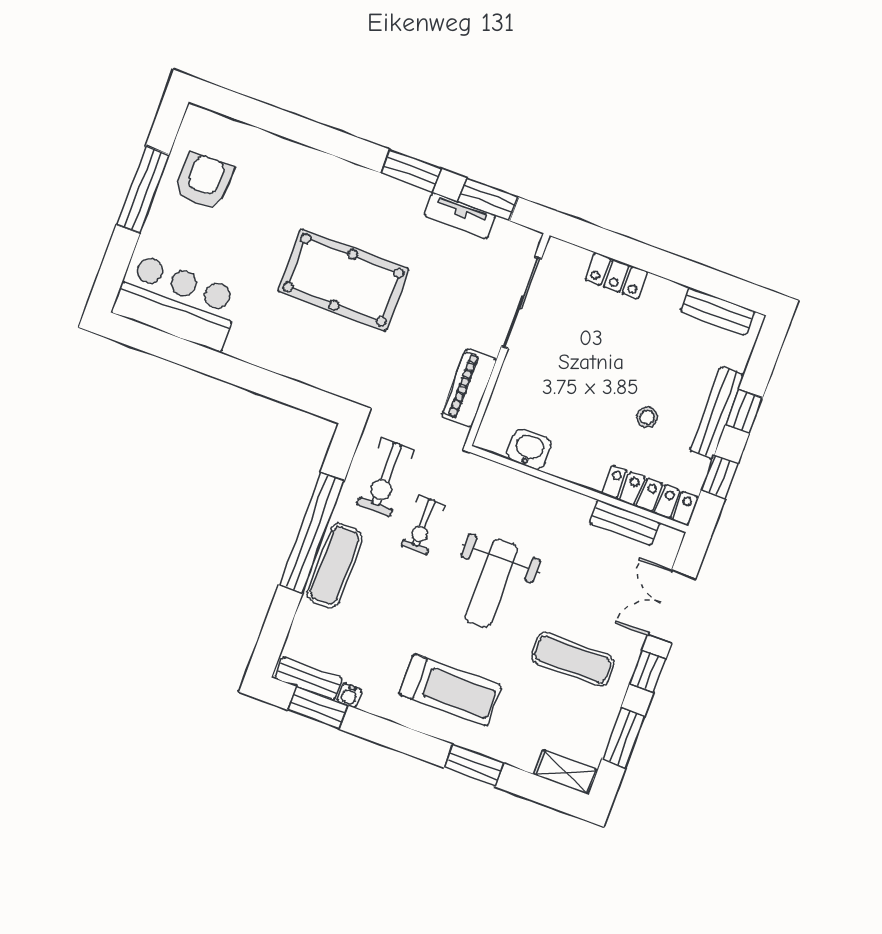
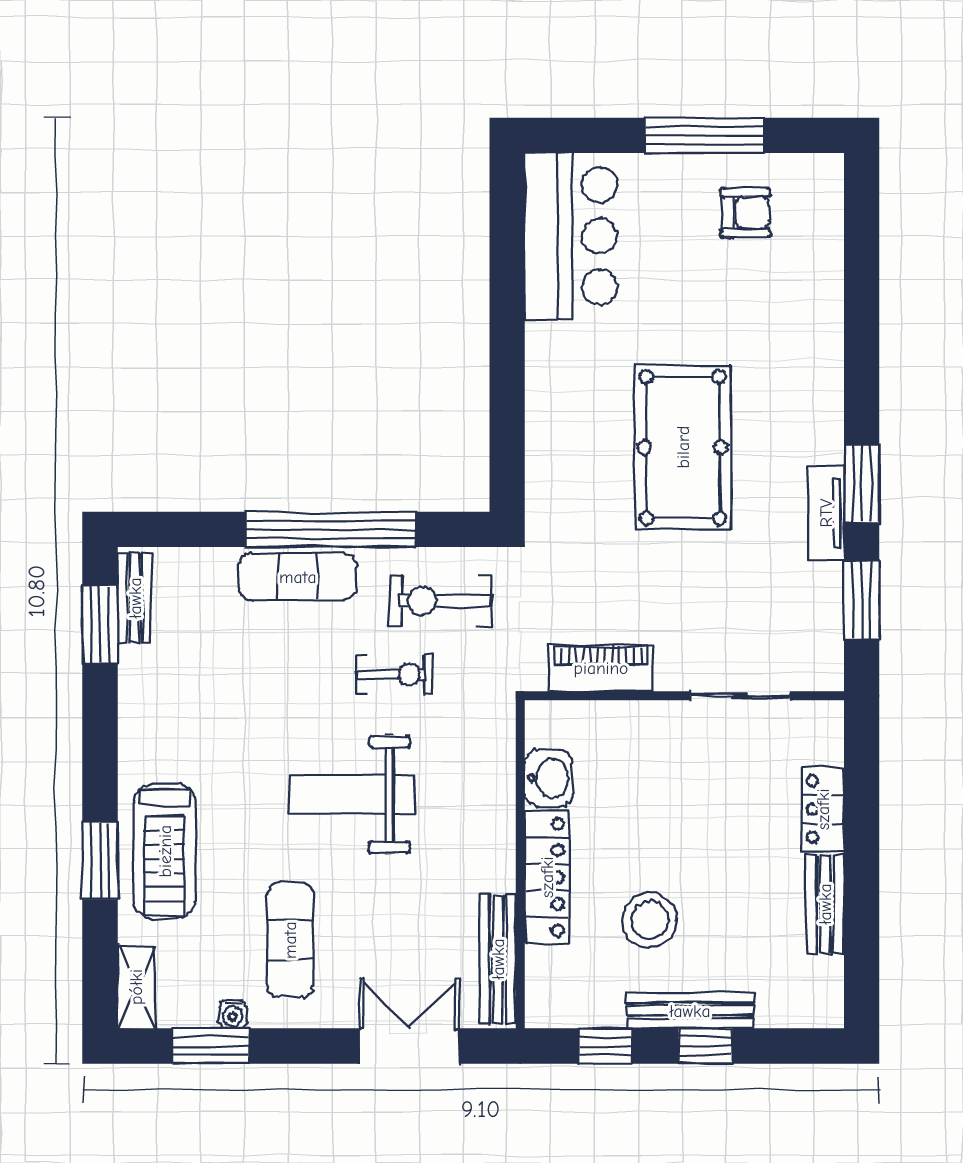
armchair: (204, 181) -> (745, 213), width x0.72, depth x0.72
tv unit: (460, 216) -> (826, 513), moved
sliding door: (521, 303) -> (740, 696), width x0.73
bench: (717, 311) -> (825, 904), moved
stool: (647, 417) -> (650, 920), width x1.89, depth x1.89
locker: (650, 495) -> (547, 877), moved
bench: (625, 523) -> (498, 959), width x1.36
exercise bike: (423, 525) -> (395, 674), turned 180
window: (648, 671) -> (311, 1046), removed
treadmill: (450, 690) -> (165, 851), moved
water cooler: (349, 696) -> (233, 1014), moved, turned -90

